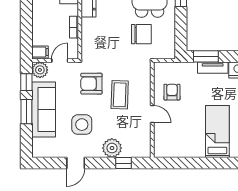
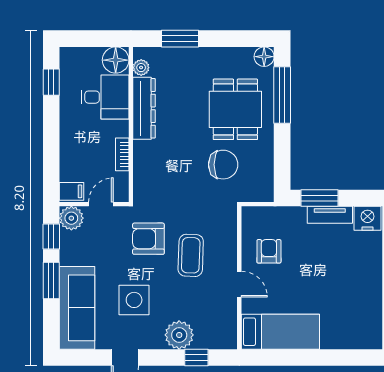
sofa: (44, 110) -> (77, 308), moved
bed: (217, 131) -> (280, 332), moved, turned 90

